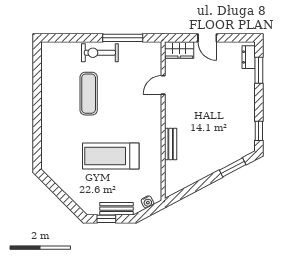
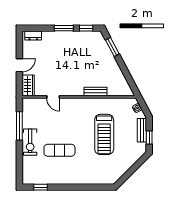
window: (37, 67) -> (41, 187), added
window: (259, 70) -> (64, 28), moved

